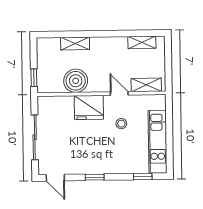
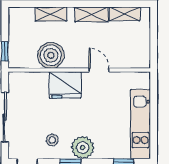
shelving: (146, 85) -> (91, 14), moved
stool: (121, 124) -> (52, 140), moved
plant: (105, 164) -> (83, 147), added

